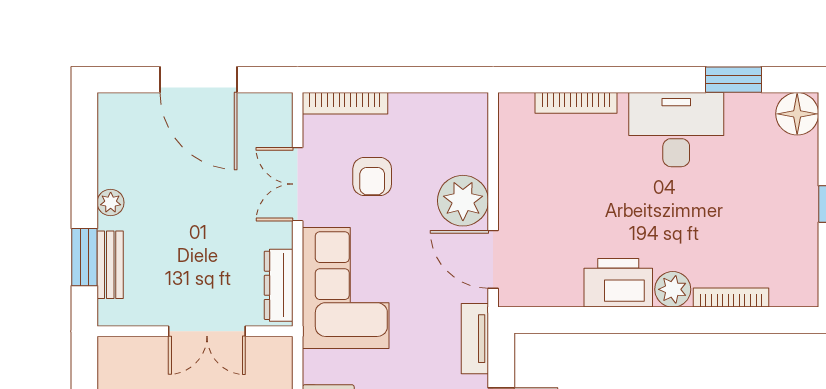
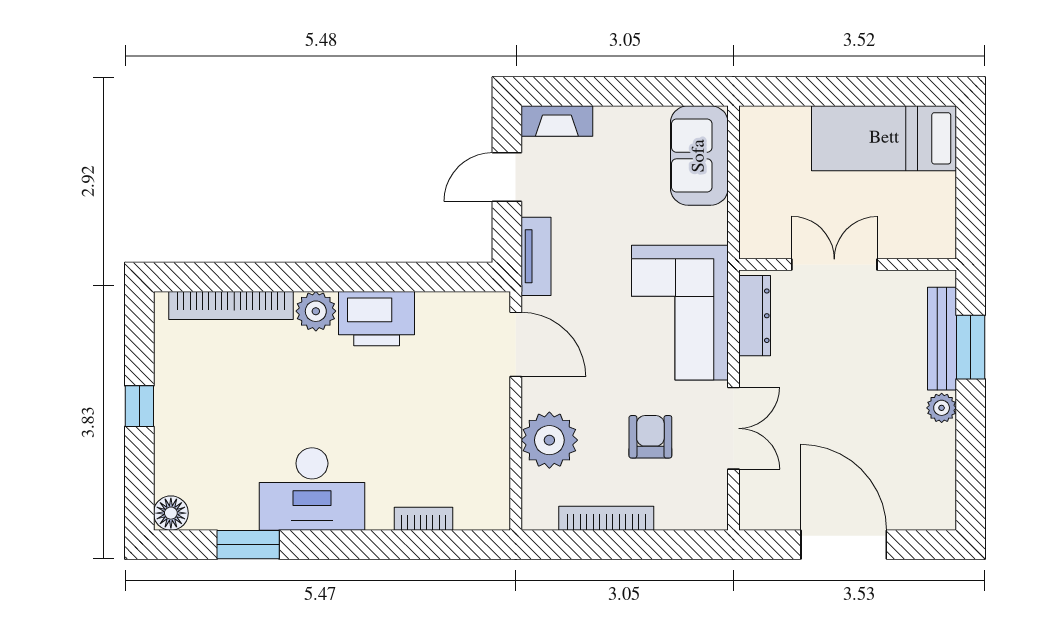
bookcase: (345, 103) -> (606, 518), moved
bookcase: (576, 103) -> (424, 519), width x0.64
floor lamp: (797, 114) -> (171, 513), width x0.73, depth x0.73
plant: (463, 201) -> (549, 440), moved
bench: (110, 265) -> (942, 339), width x1.36
bookcase: (731, 298) -> (231, 305), width x1.48, depth x1.31

